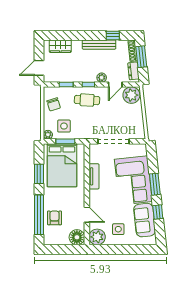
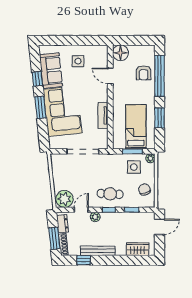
bed: (62, 165) -> (136, 127), width x0.67
plant: (97, 237) -> (100, 53), removed

